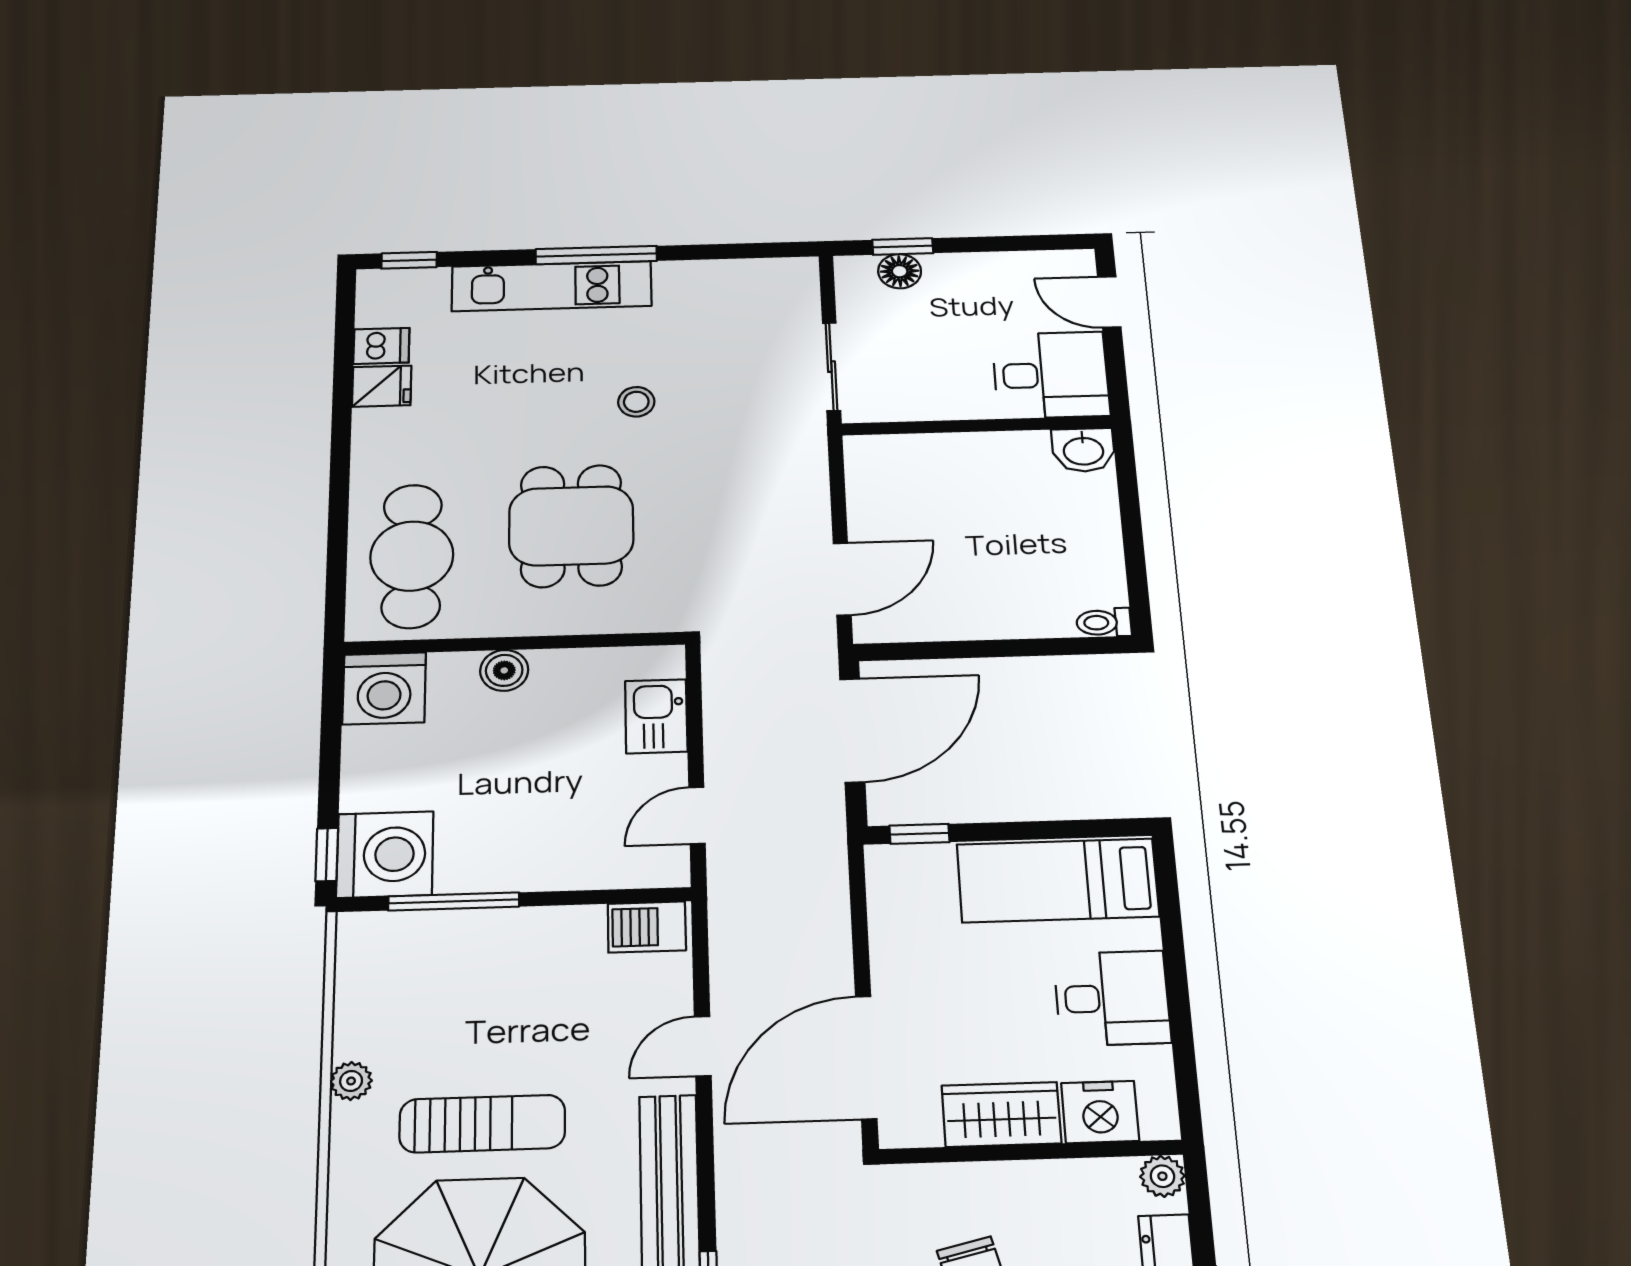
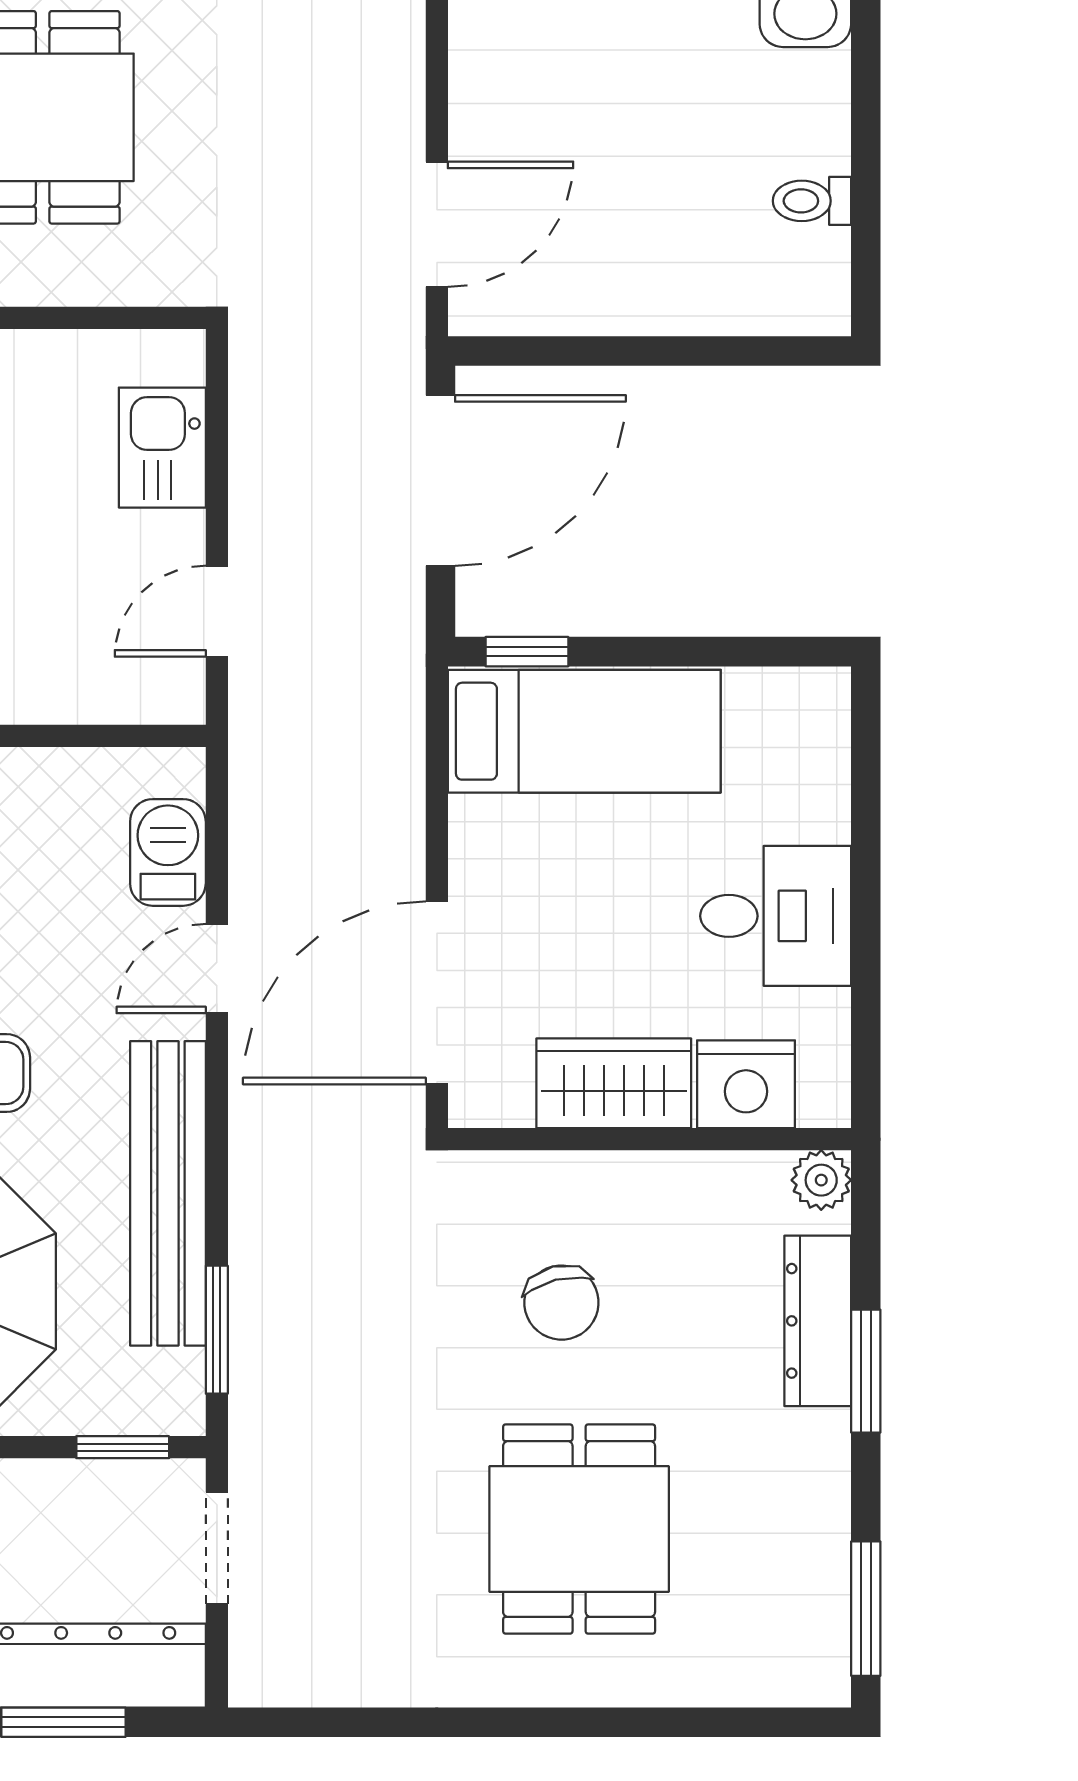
toilet: (1104, 622) -> (812, 201), moved
bed: (1058, 880) -> (584, 731), moved, turned 180
barbecue: (647, 927) -> (168, 852), moved, turned 90

